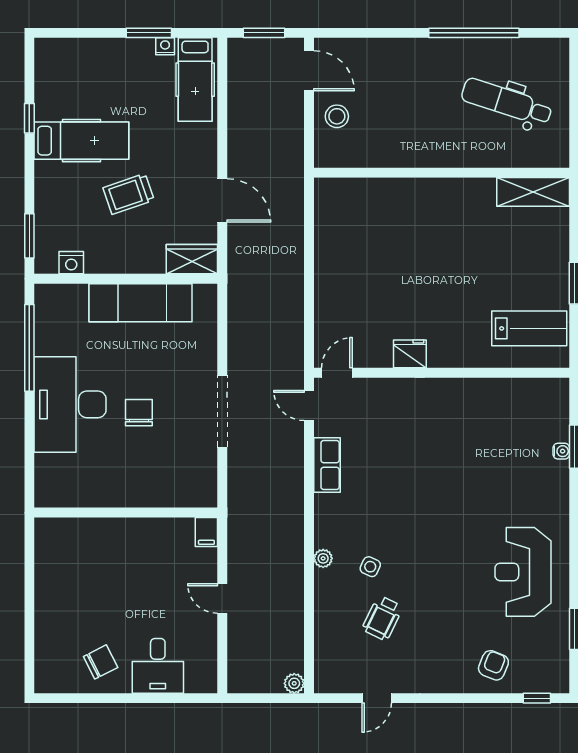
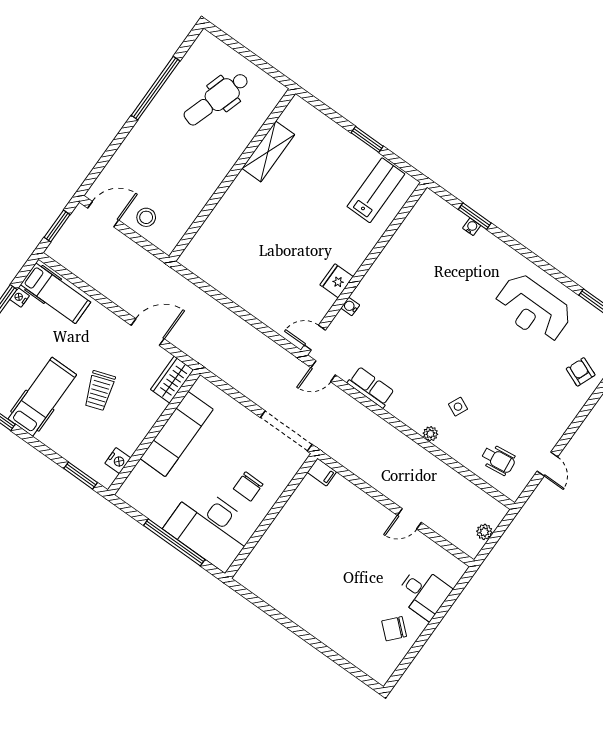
shelving: (533, 192) -> (268, 151), moved
window: (29, 348) -> (174, 542), moved
door: (337, 373) -> (315, 338), hinge flipped
water cooler: (394, 386) -> (350, 306), added
chair: (139, 413) -> (248, 486), turned -90
wall: (126, 513) -> (271, 516), moved
filing cabinet: (206, 532) -> (322, 472), moved
wheelchair: (382, 618) -> (498, 460), moved, turned -33
chair: (101, 662) -> (394, 629), turned -111
plant: (294, 683) -> (484, 532), moved

